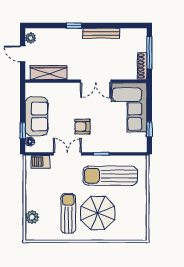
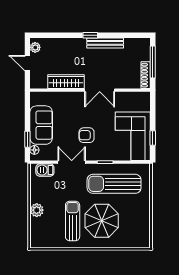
window: (74, 26) -> (90, 35), moved
wardrobe: (49, 73) -> (66, 82), moved
corner sofa: (129, 107) -> (133, 136), moved
plant: (32, 217) -> (37, 210), moved

